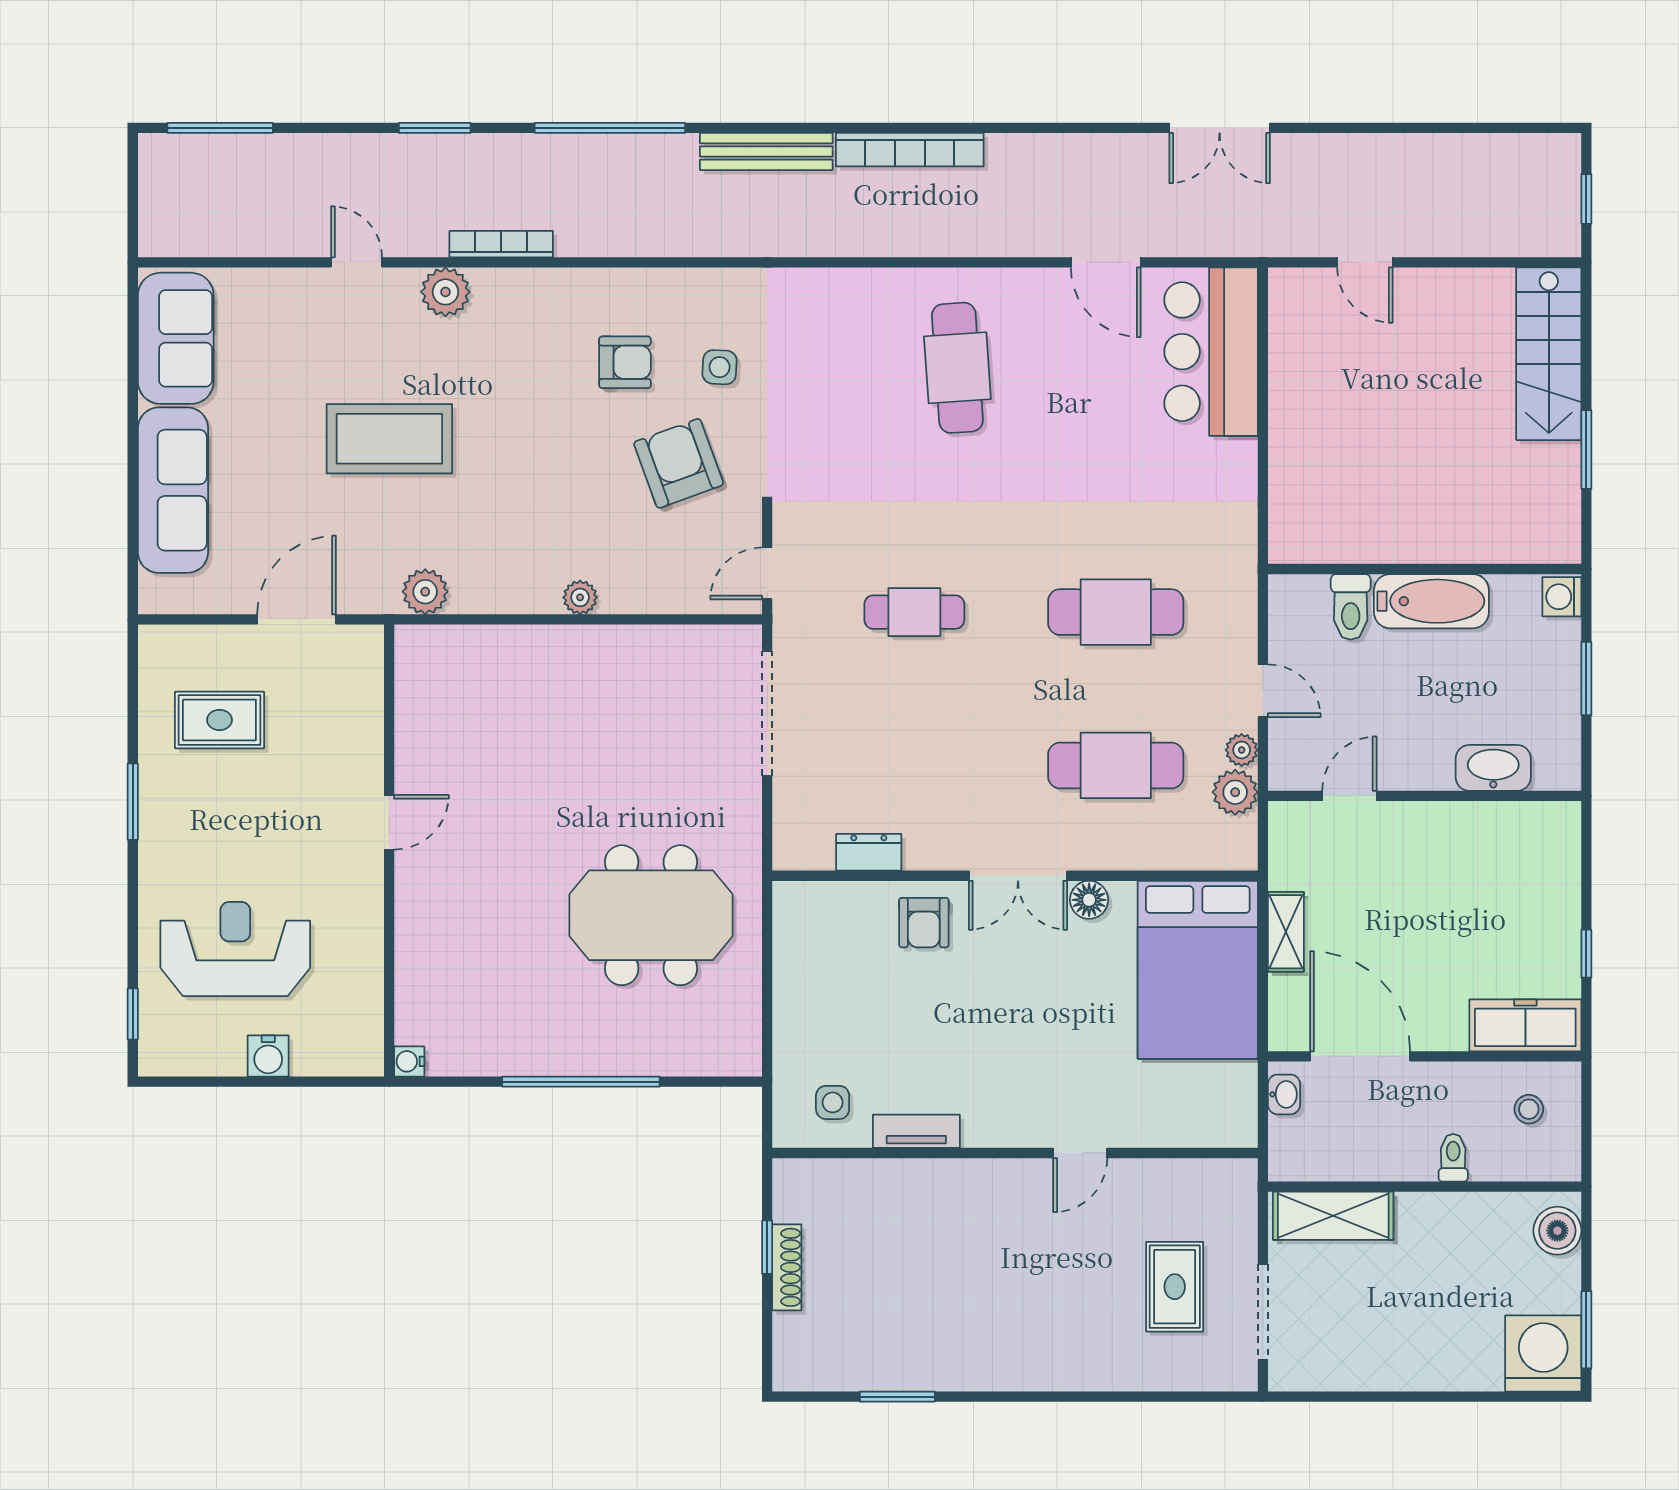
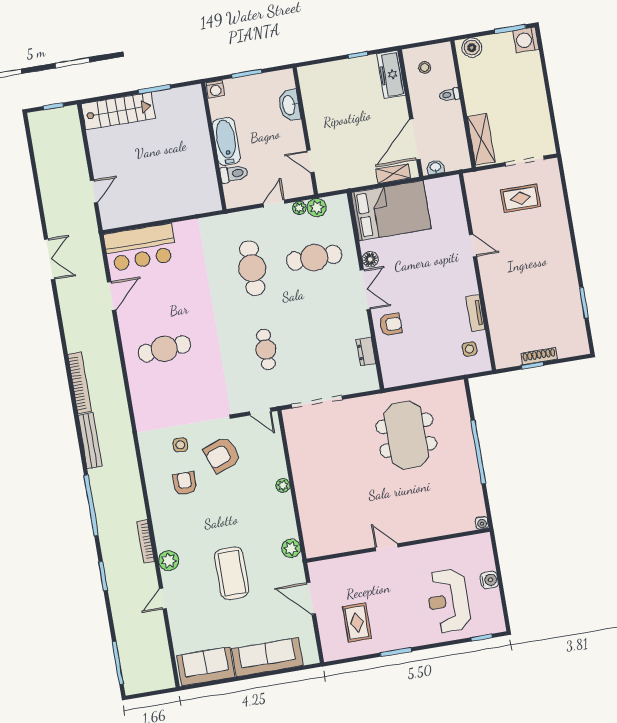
cafe table: (1116, 765) -> (314, 258), turned 90
shelving: (1286, 932) -> (393, 174), moved
washing machine: (1543, 1354) -> (526, 40), width x0.73, depth x0.73

